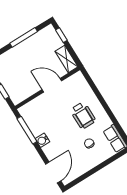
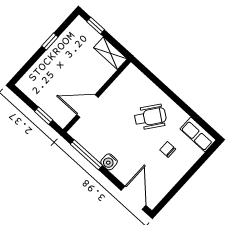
window: (24, 37) -> (50, 42), width x0.46
door: (52, 85) -> (87, 106), moved
wheelchair: (83, 115) -> (150, 117), turned -53

